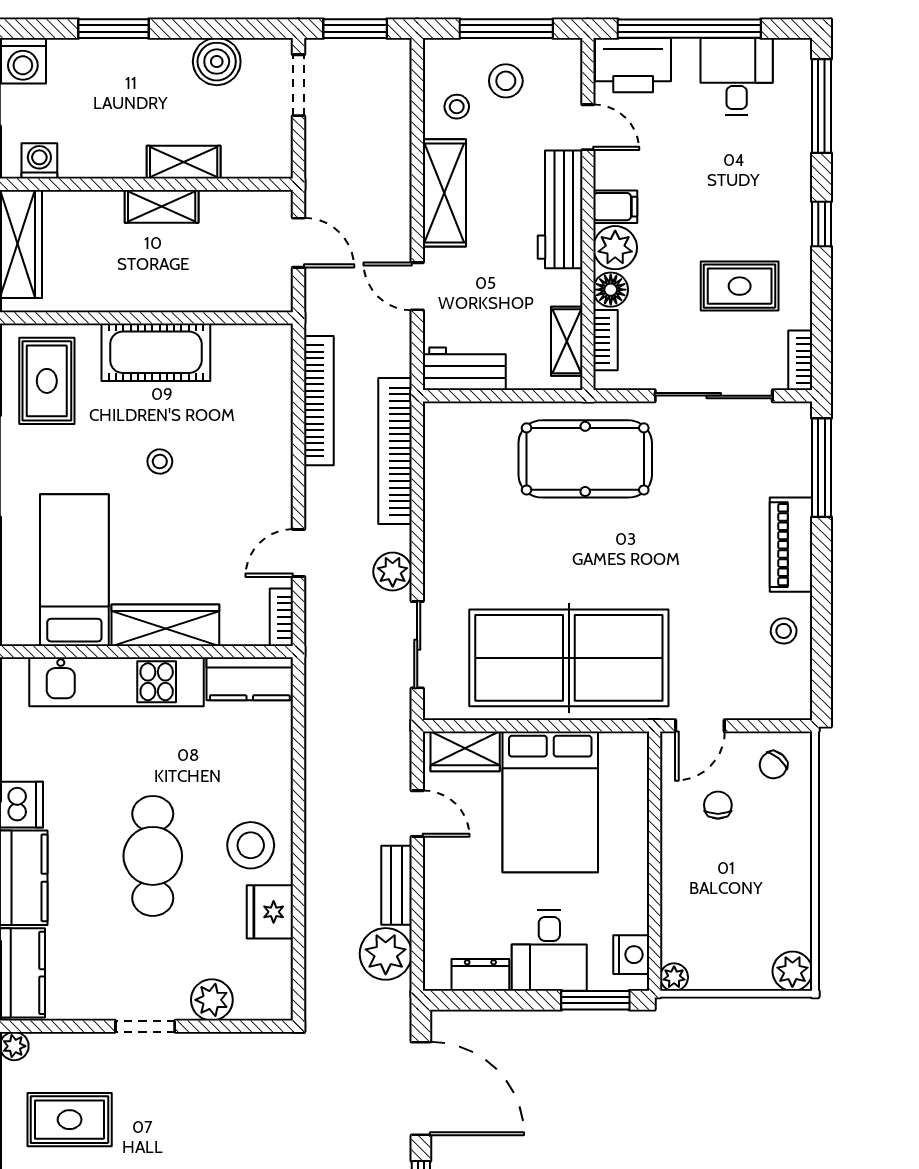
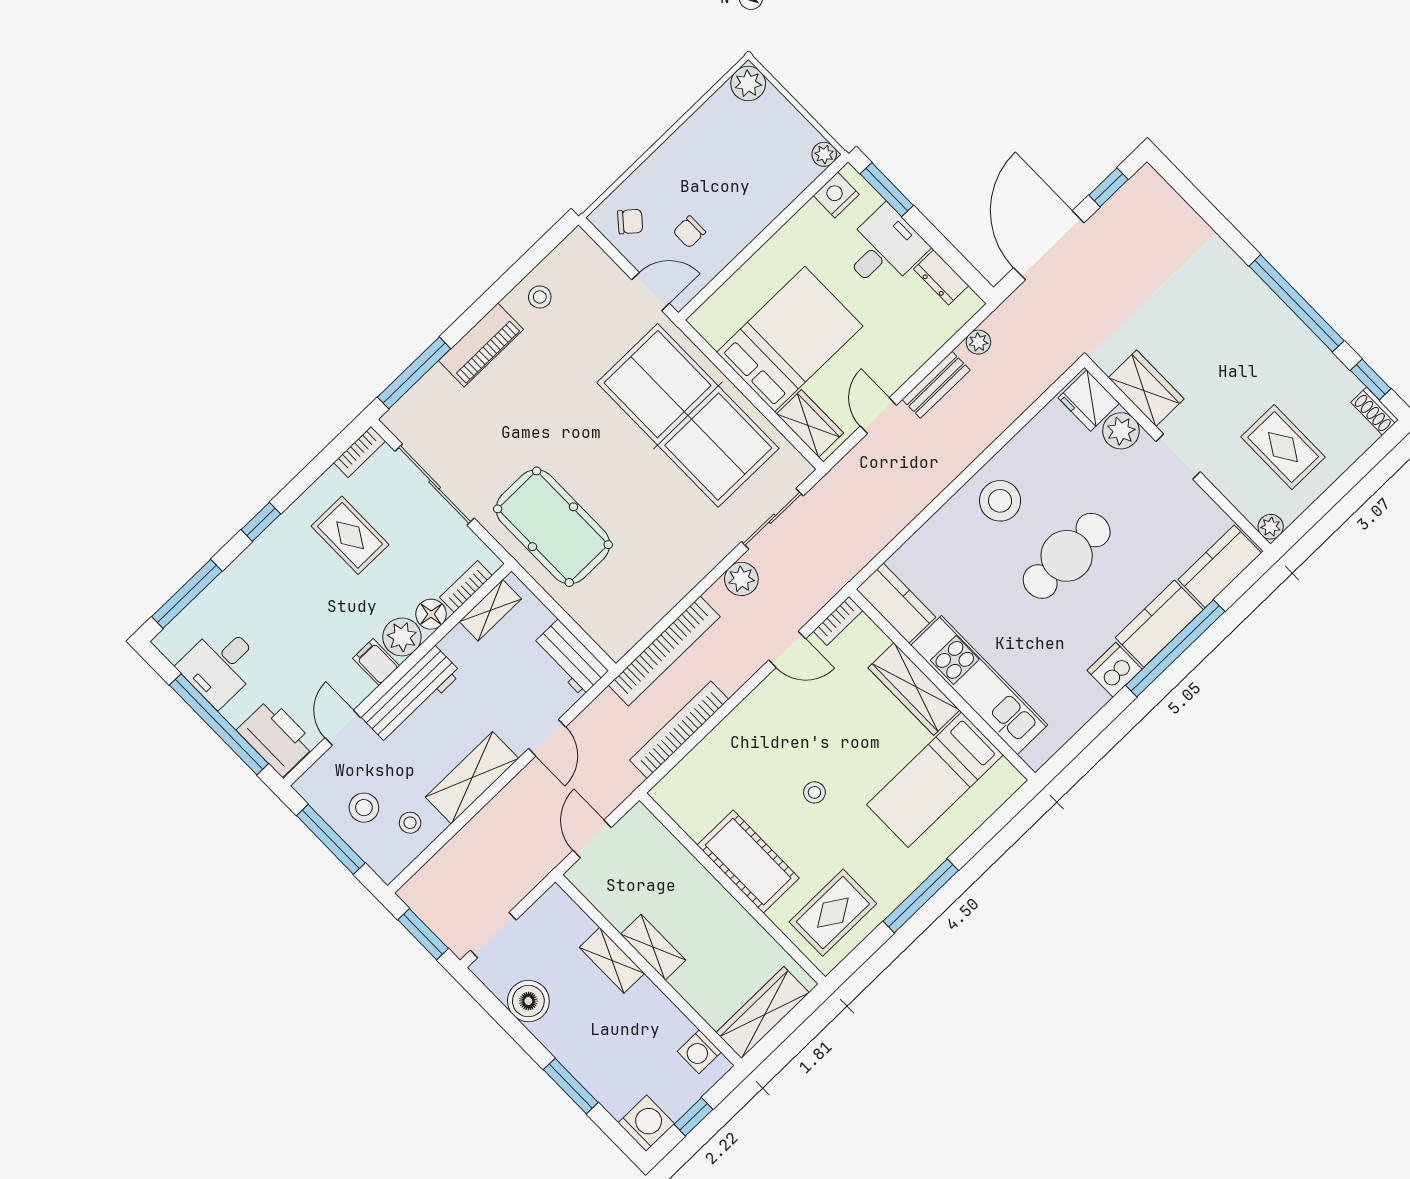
fridge: (270, 912) -> (1089, 401), moved, turned 90
plant: (386, 954) -> (978, 342), width x0.53, depth x0.53
wardrobe: (227, 1054) -> (1146, 388), added

